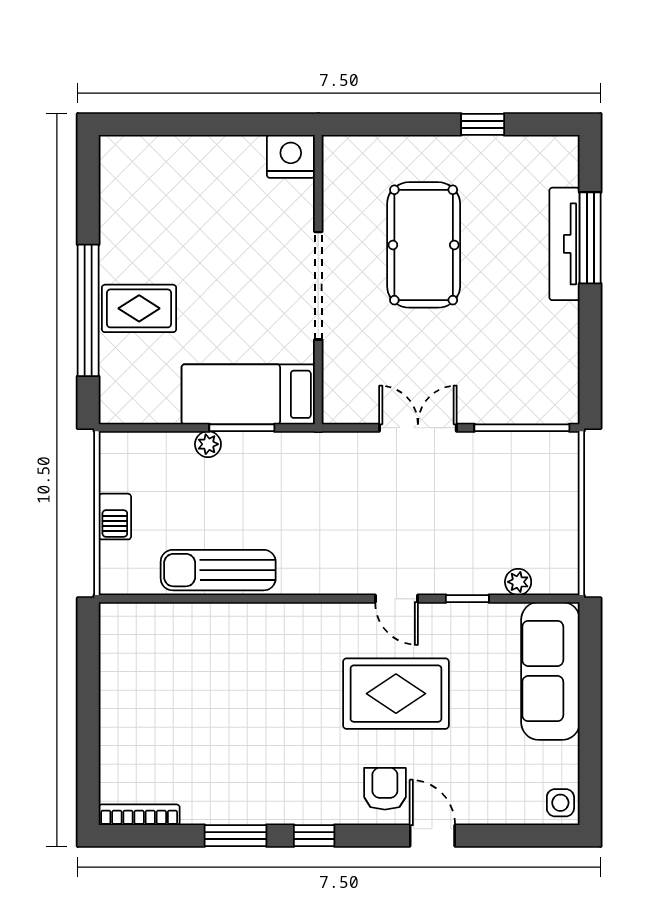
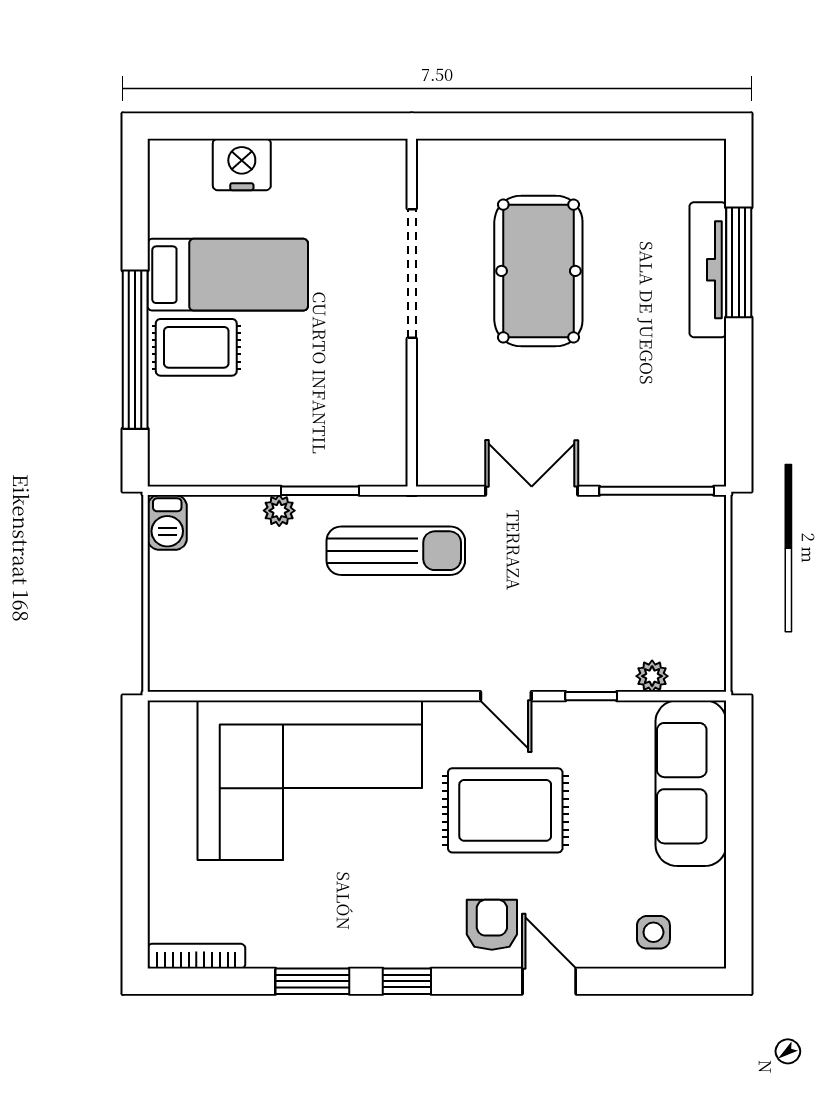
window: (483, 124) -> (609, 126), removed
nightstand: (291, 156) -> (242, 164), moved
doorway: (318, 286) -> (412, 273), moved
bed: (248, 394) -> (228, 275), moved, turned 180
barbecue: (115, 517) -> (167, 522), moved
sun lounger: (218, 570) -> (396, 551), moved, turned 180
corner sofa: (233, 669) -> (310, 780), added
side table: (560, 803) -> (653, 932), moved

